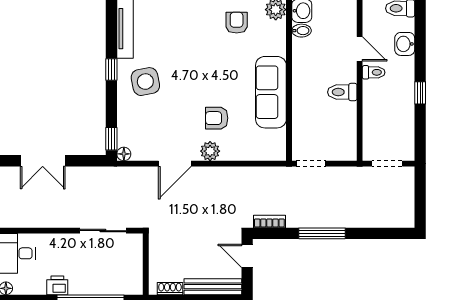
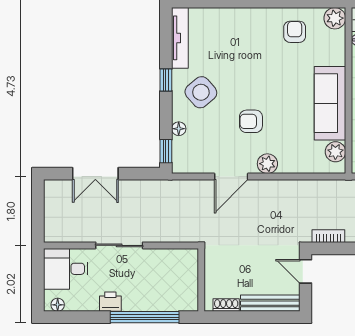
side table: (145, 82) -> (201, 92), turned -30
armchair: (217, 118) -> (251, 121), moved
plant: (276, 139) -> (335, 152), added
floor lamp: (124, 154) -> (179, 129), moved
sliding door: (103, 231) -> (119, 245), moved

